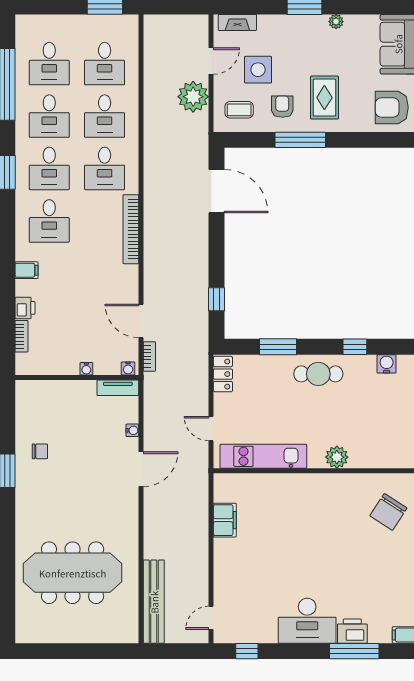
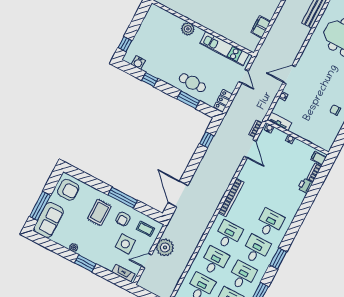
filing cabinet: (26, 270) -> (318, 158), moved
cafe table: (318, 374) -> (192, 83), moved

